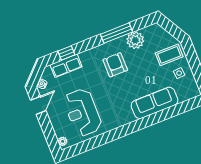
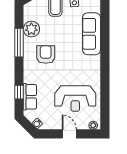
armchair: (115, 65) -> (46, 54), turned 90
door: (38, 105) -> (69, 134), moved

